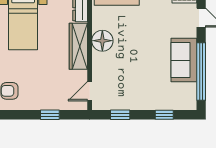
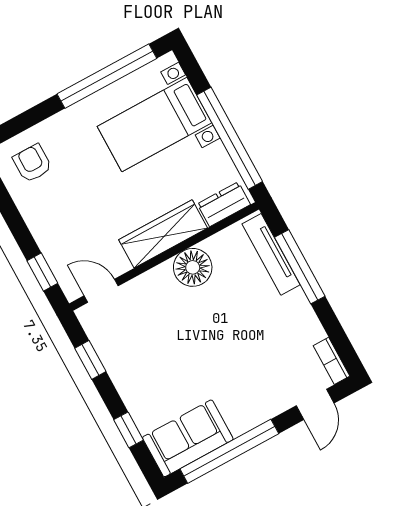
sofa: (184, 60) -> (188, 438), moved
window: (50, 115) -> (42, 272), moved

